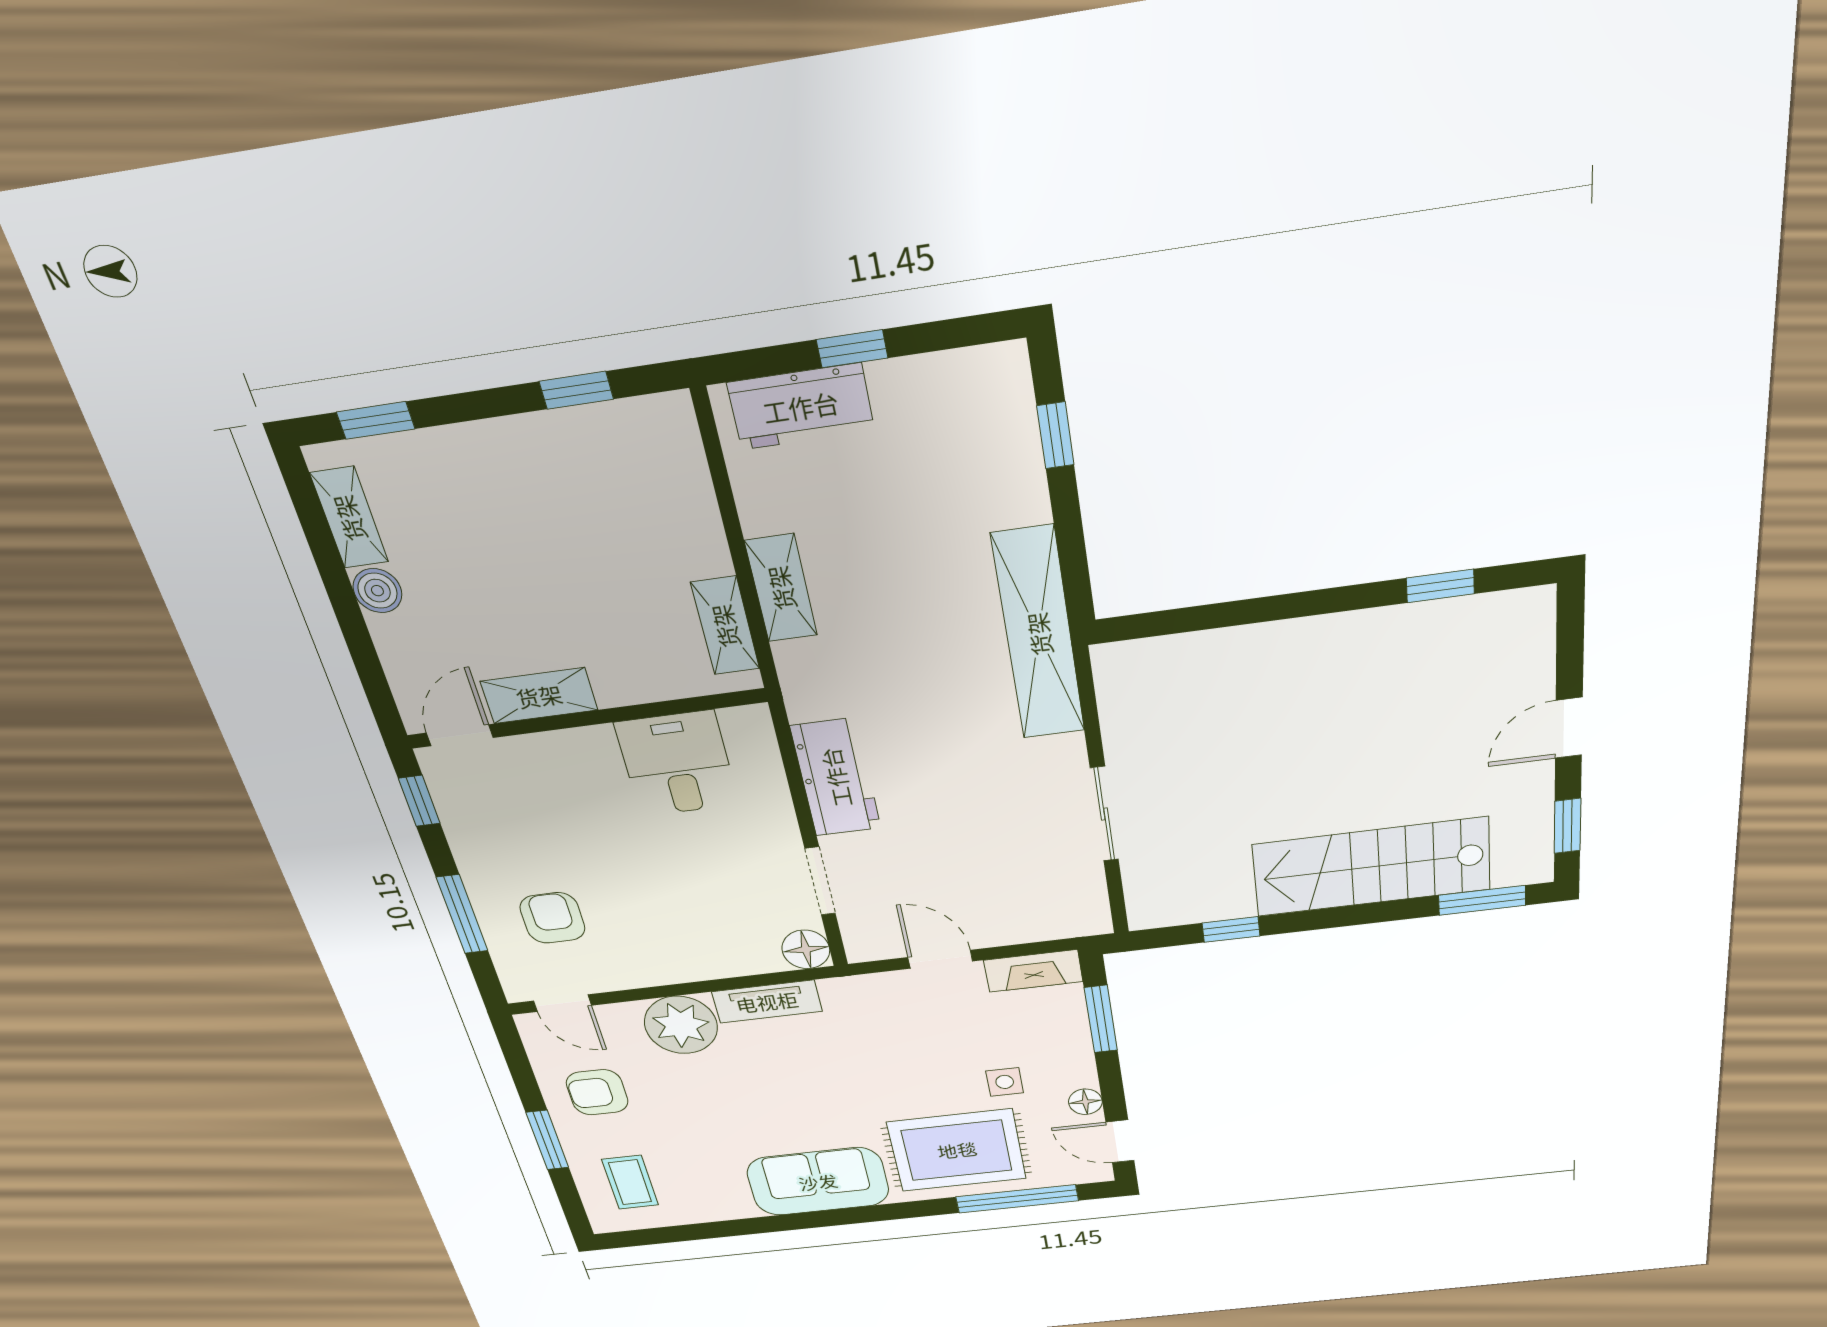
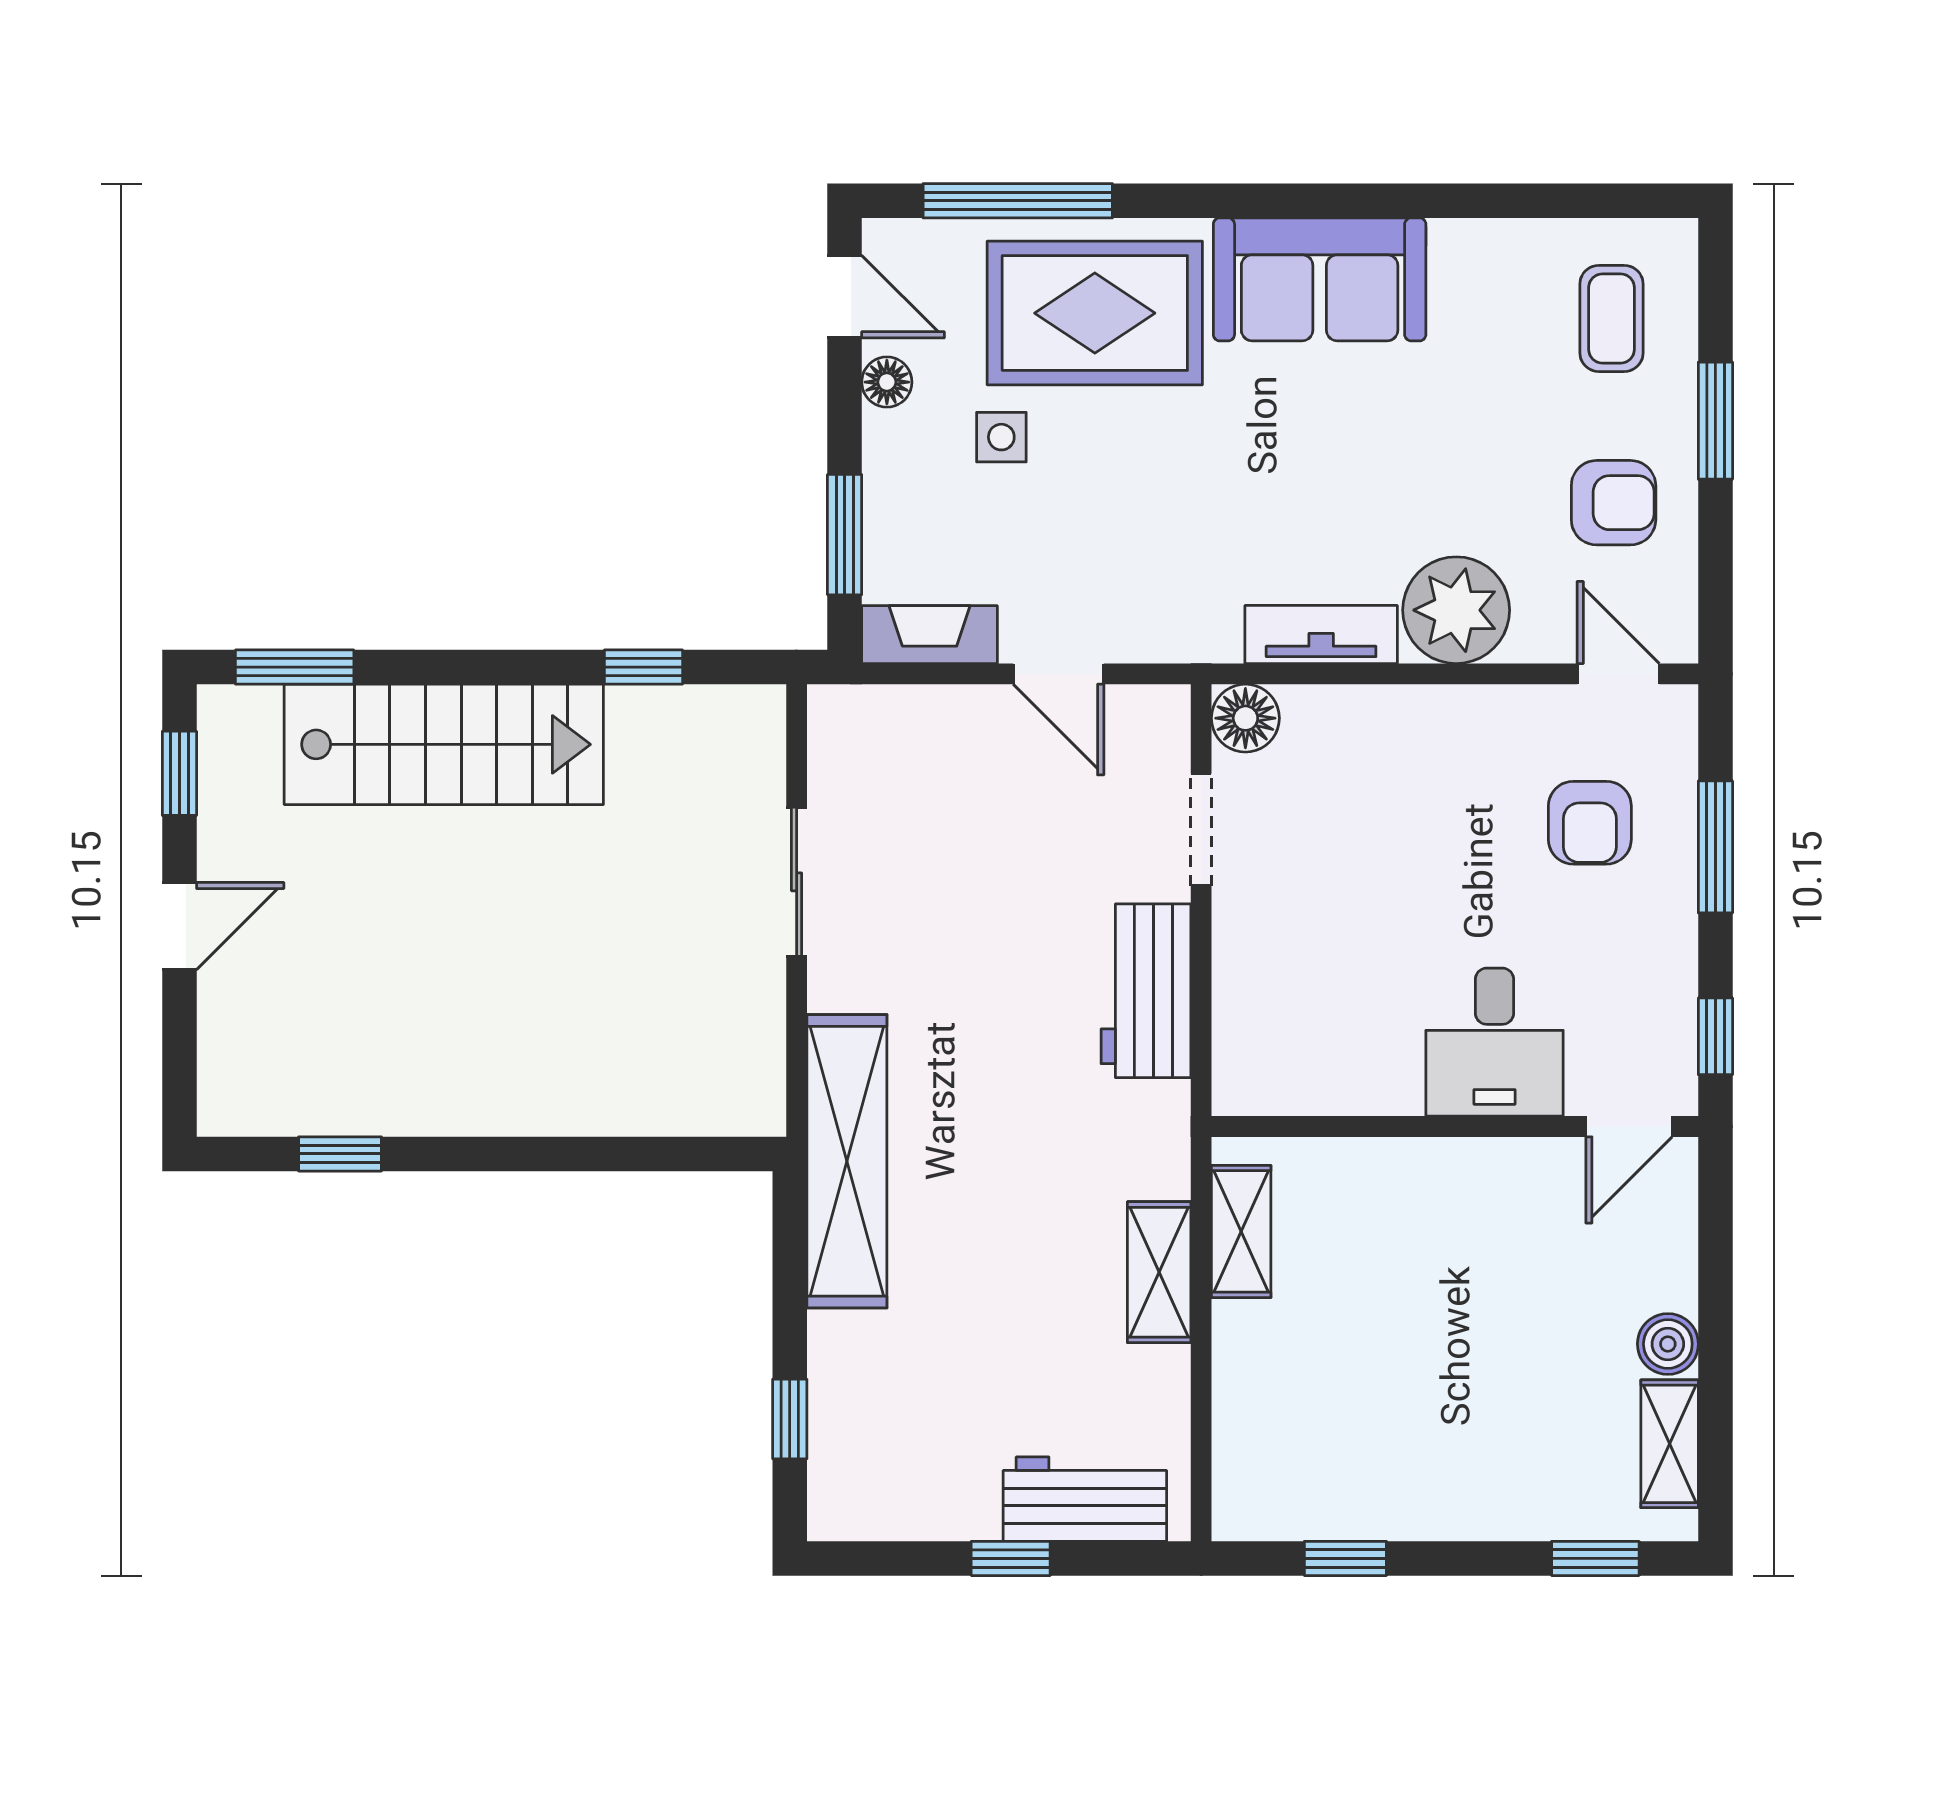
shelving: (539, 696) -> (1507, 1169), removed
desk: (677, 764) -> (1494, 1042), moved

